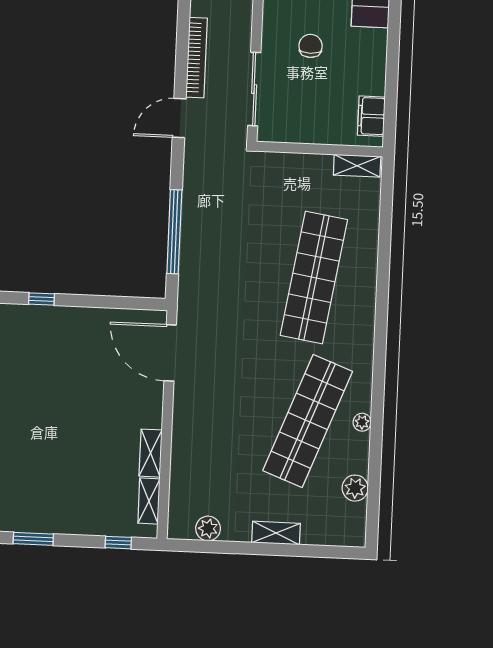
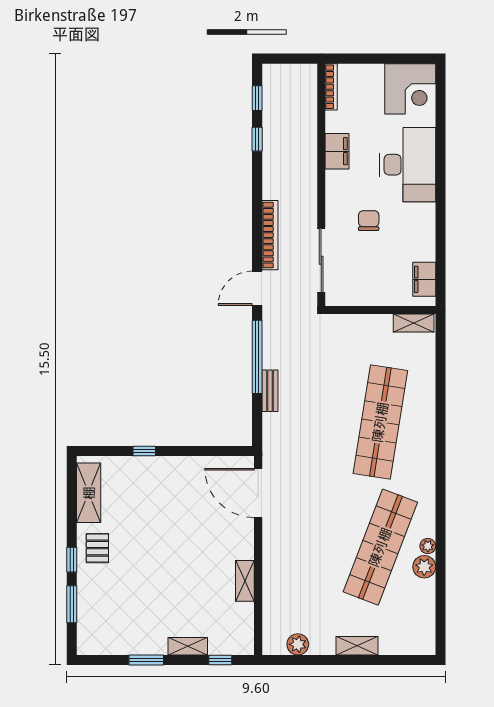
window: (174, 232) -> (257, 357), moved
bench: (189, 236) -> (270, 391), added
plant: (355, 488) -> (424, 567), moved
shelving: (149, 501) -> (188, 646), moved, turned 90

